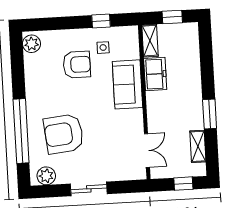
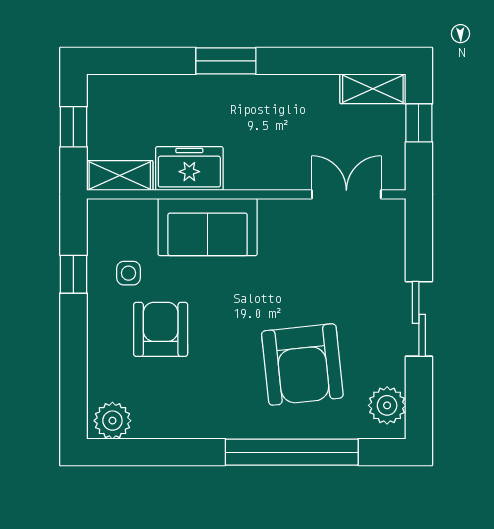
window: (210, 114) -> (226, 61), moved
shelving: (198, 146) -> (373, 89), moved

